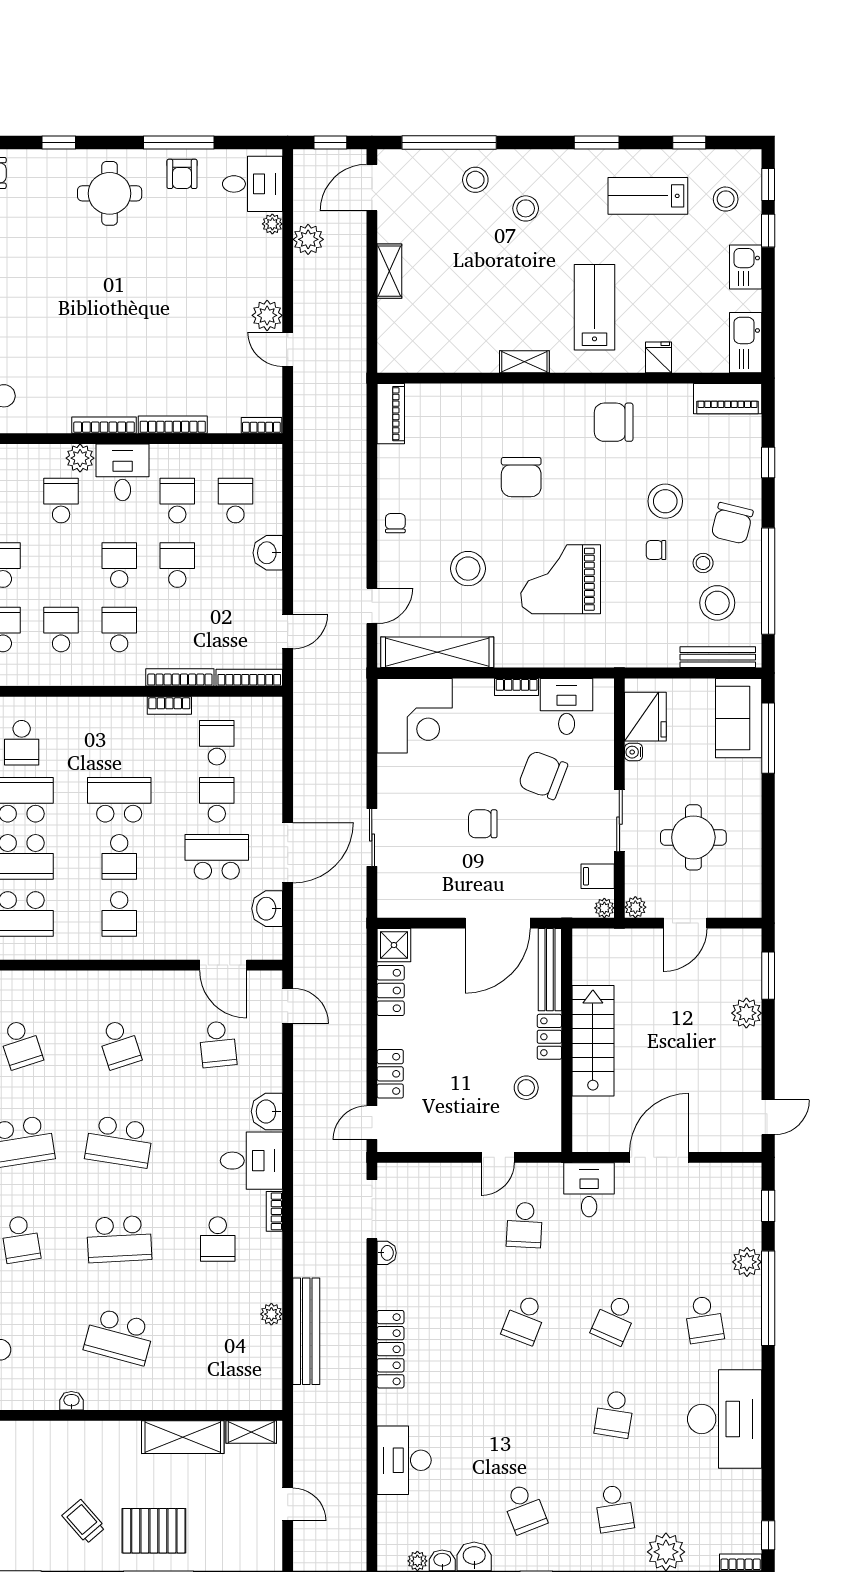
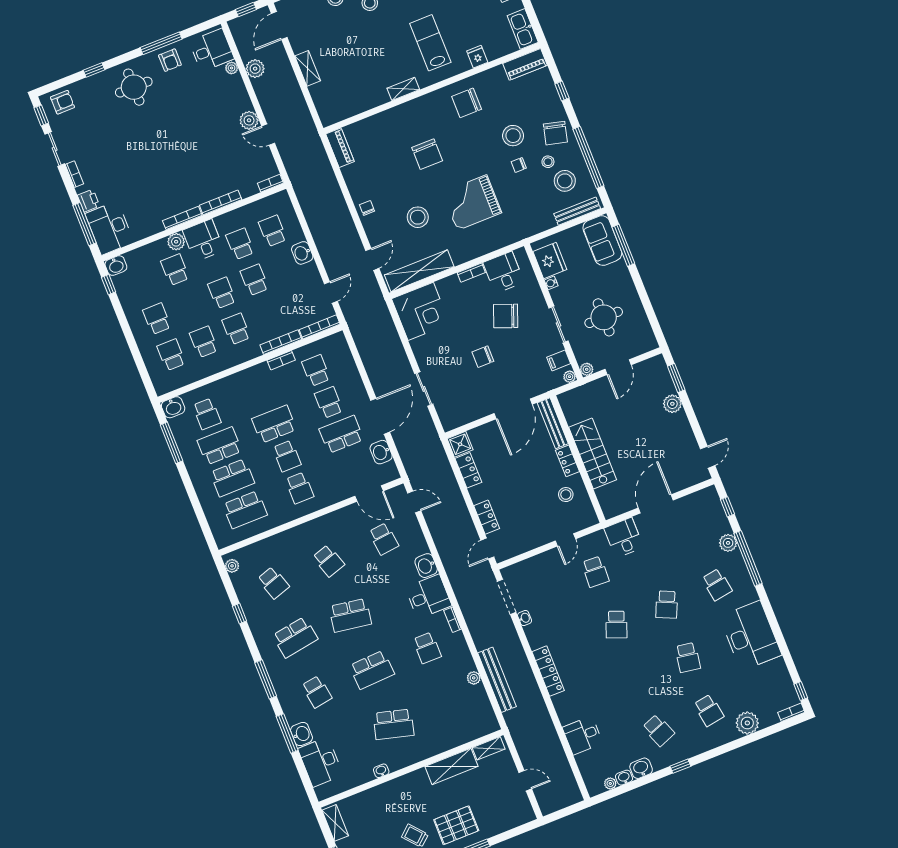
desk: (404, 1460) -> (583, 735), width x0.73

